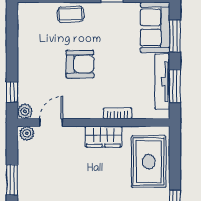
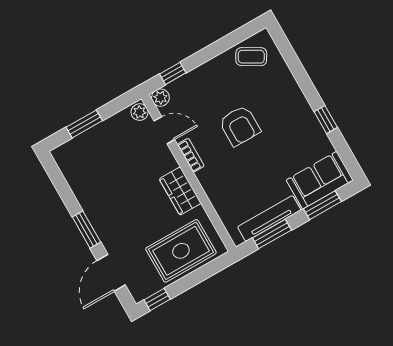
coffee table: (71, 14) -> (251, 57), moved, turned -57
bookcase: (118, 113) -> (191, 155), moved

